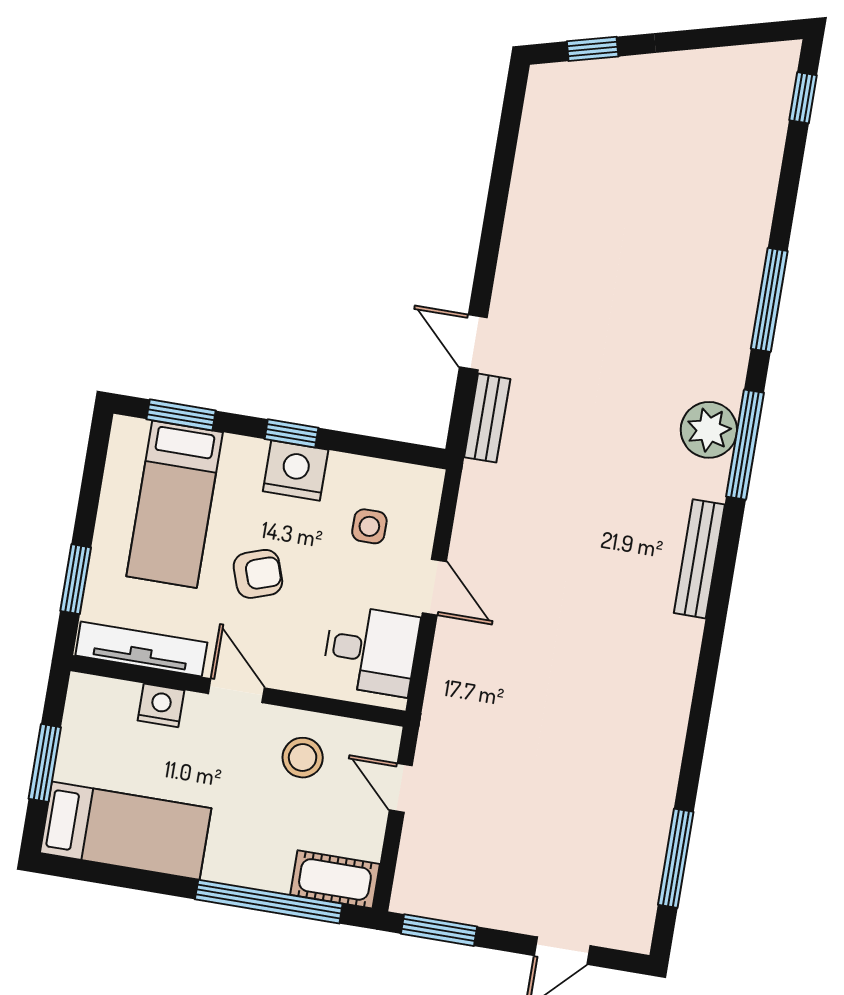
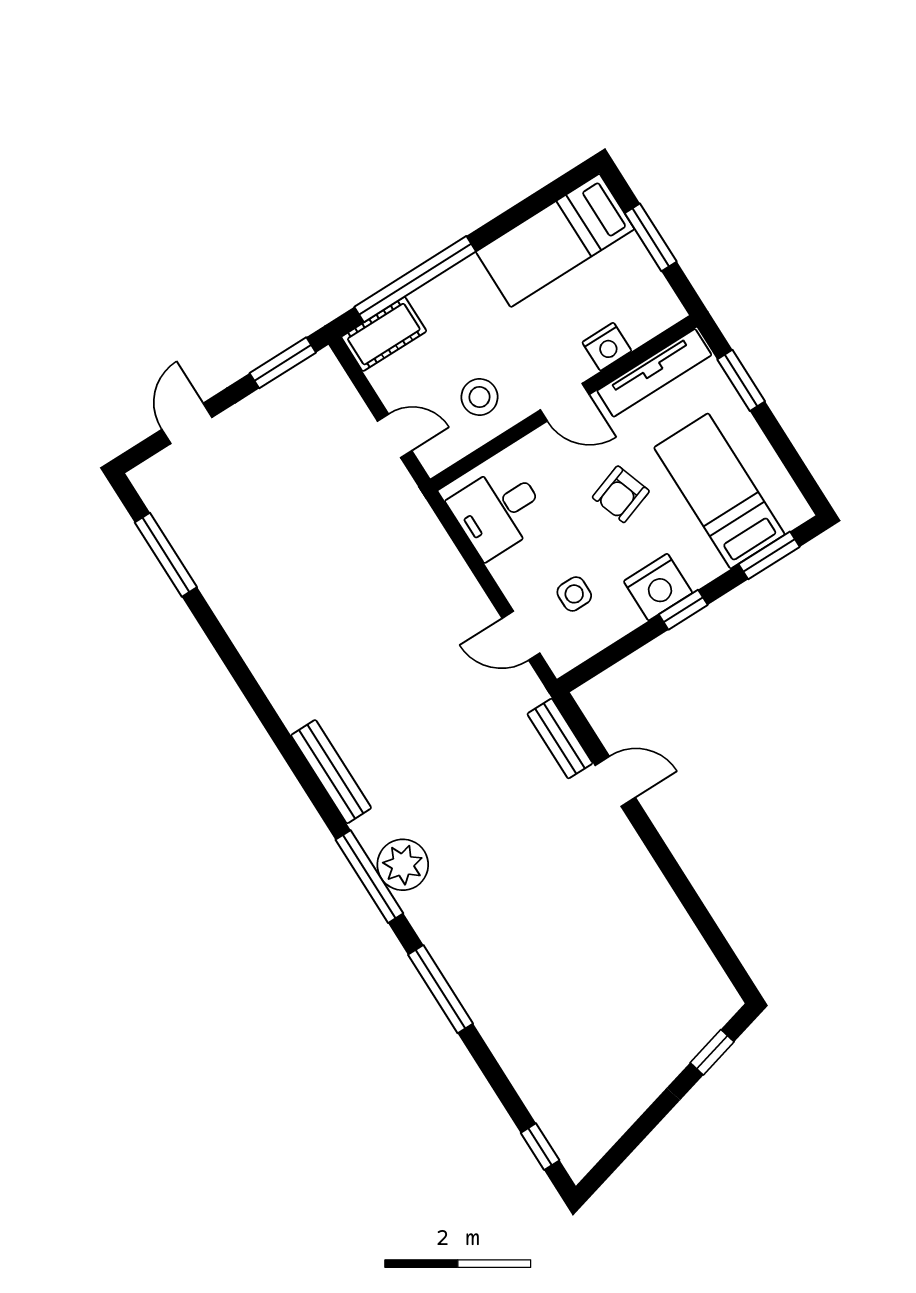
door: (434, 587) -> (521, 636), moved

